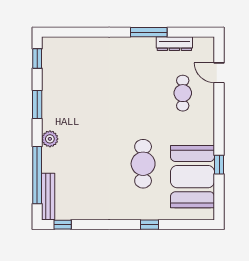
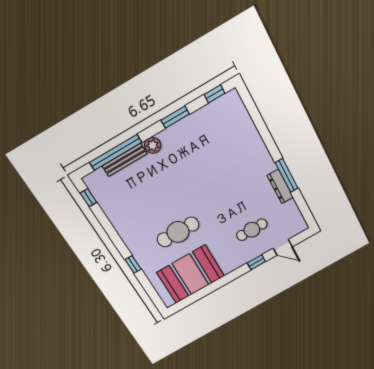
dresser: (174, 44) -> (280, 186), moved
door: (219, 73) -> (283, 247), swing flipped
window: (219, 165) -> (256, 262), moved
bench: (48, 196) -> (125, 160), moved

